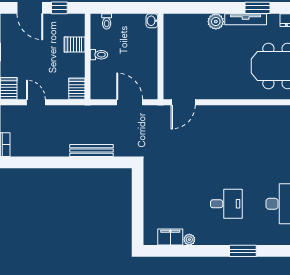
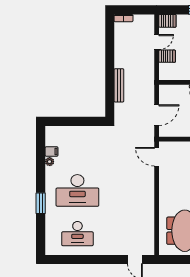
server rack: (77, 89) -> (167, 56), moved
desk: (226, 204) -> (77, 190), width x1.87, depth x1.30
filing cabinet: (170, 237) -> (51, 152), width x0.50

